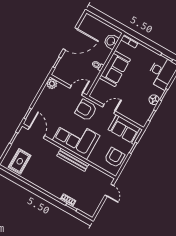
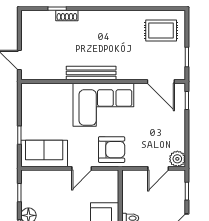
door: (76, 91) -> (158, 168), moved
armchair: (114, 157) -> (37, 108), removed
rug: (20, 161) -> (161, 30), turned 90

